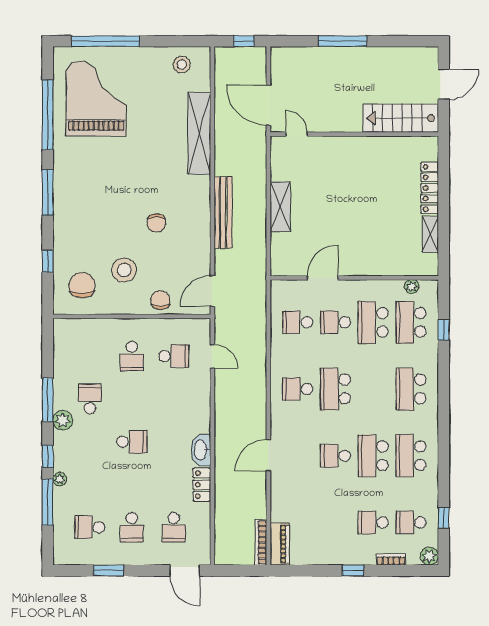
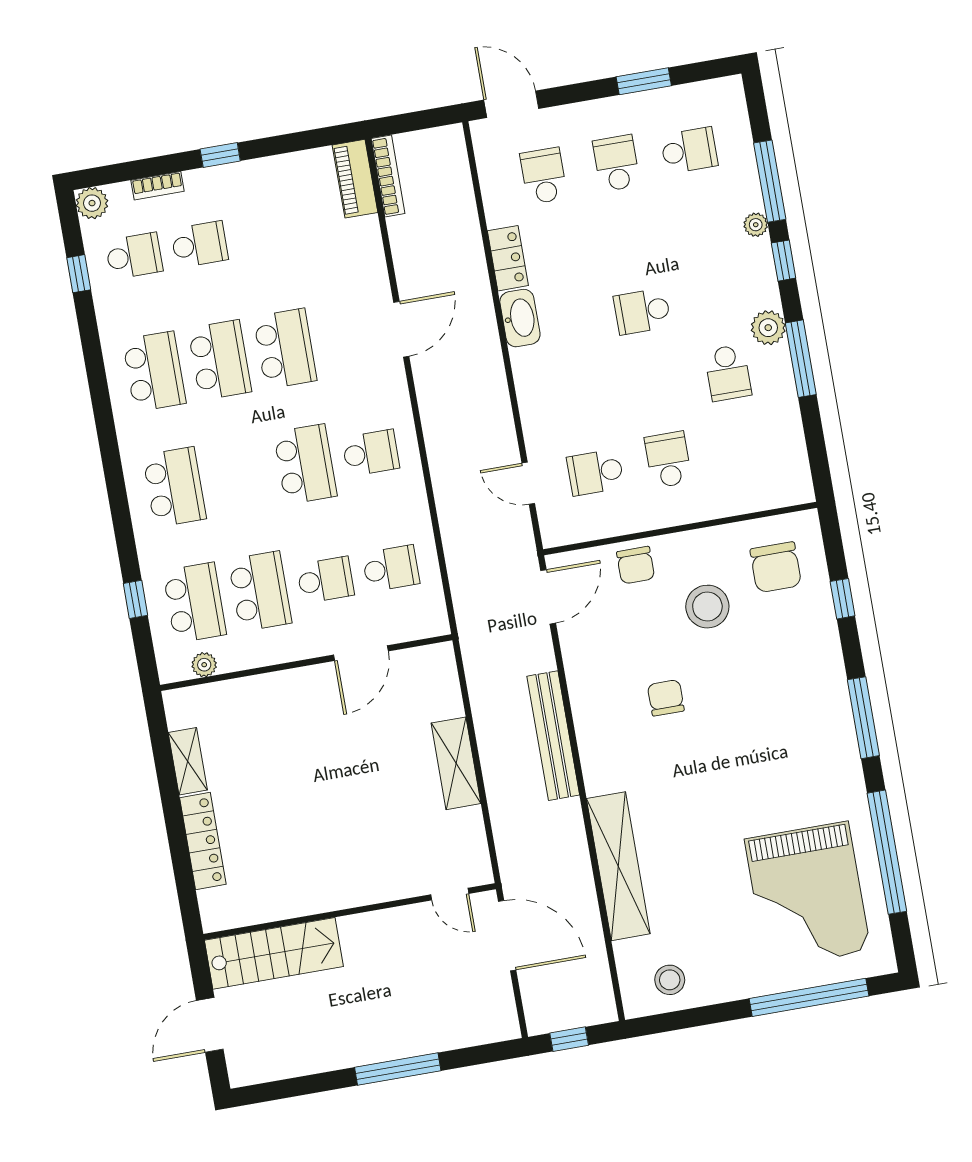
school desk: (335, 456) -> (285, 349), width x1.85

